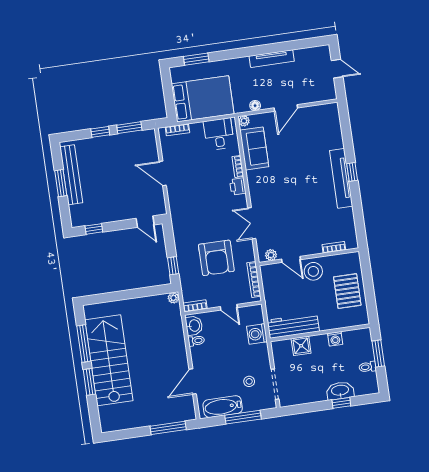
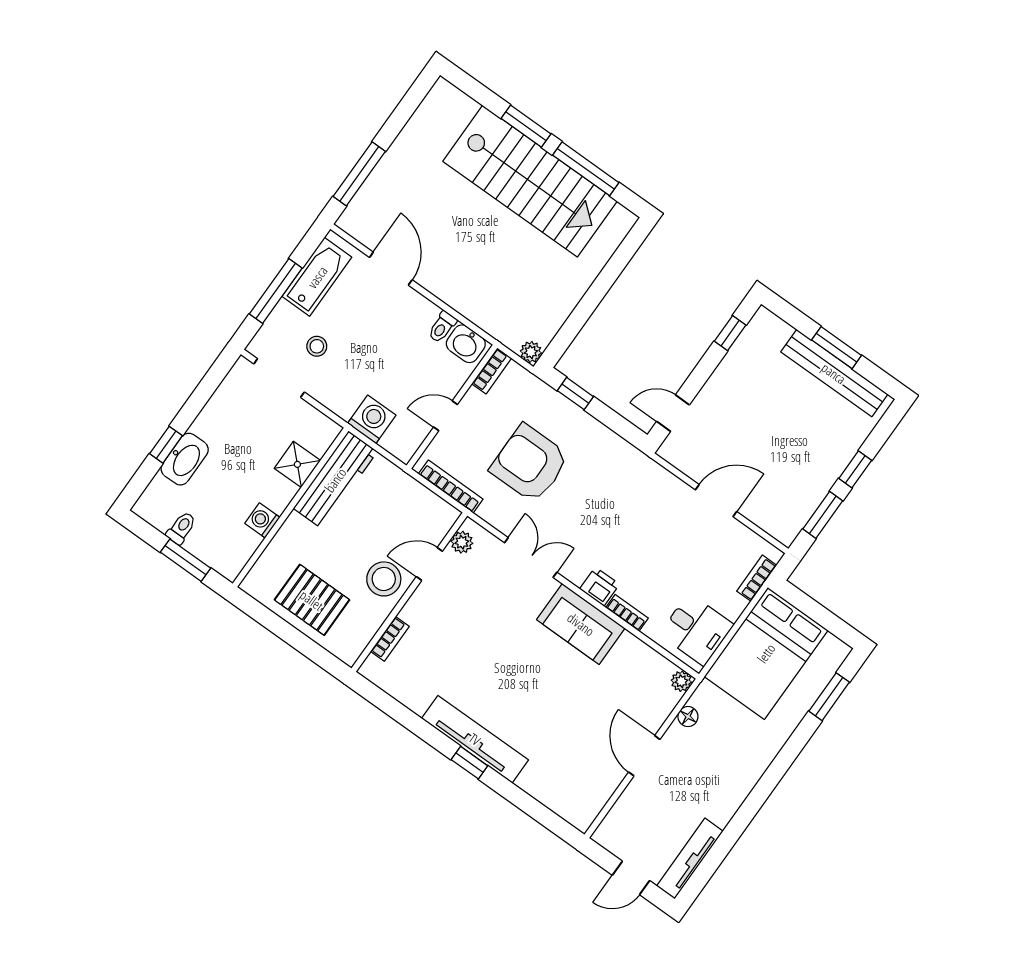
tv unit: (272, 59) -> (690, 859), moved
sofa: (254, 148) -> (581, 624), moved

